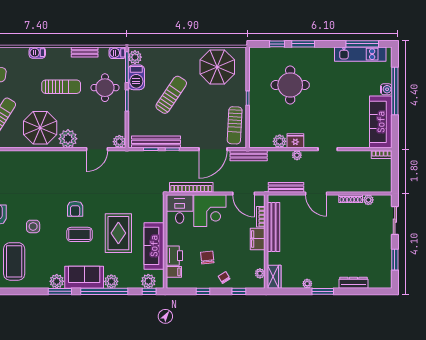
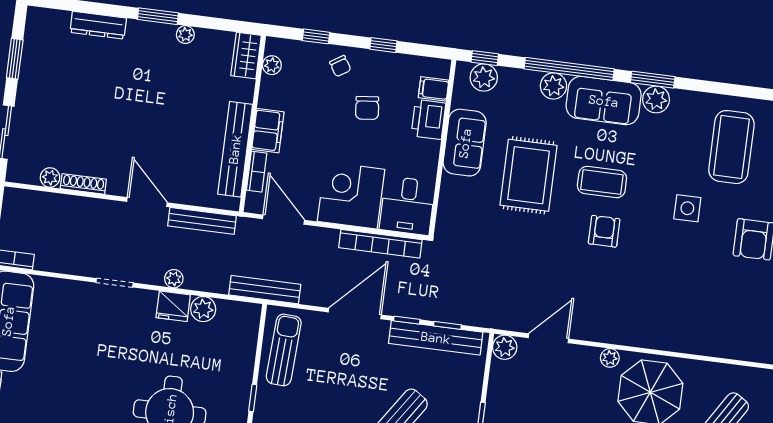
plant: (68, 139) -> (610, 358), width x0.53, depth x0.53
door: (213, 149) -> (355, 313), moved
sofa: (154, 246) -> (465, 143), width x0.73

